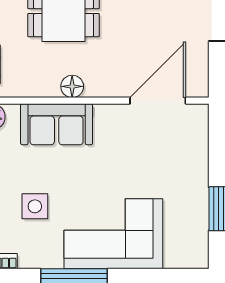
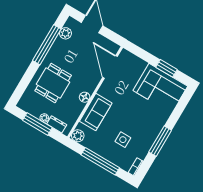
corner sofa: (113, 234) -> (160, 88), moved, turned -90

